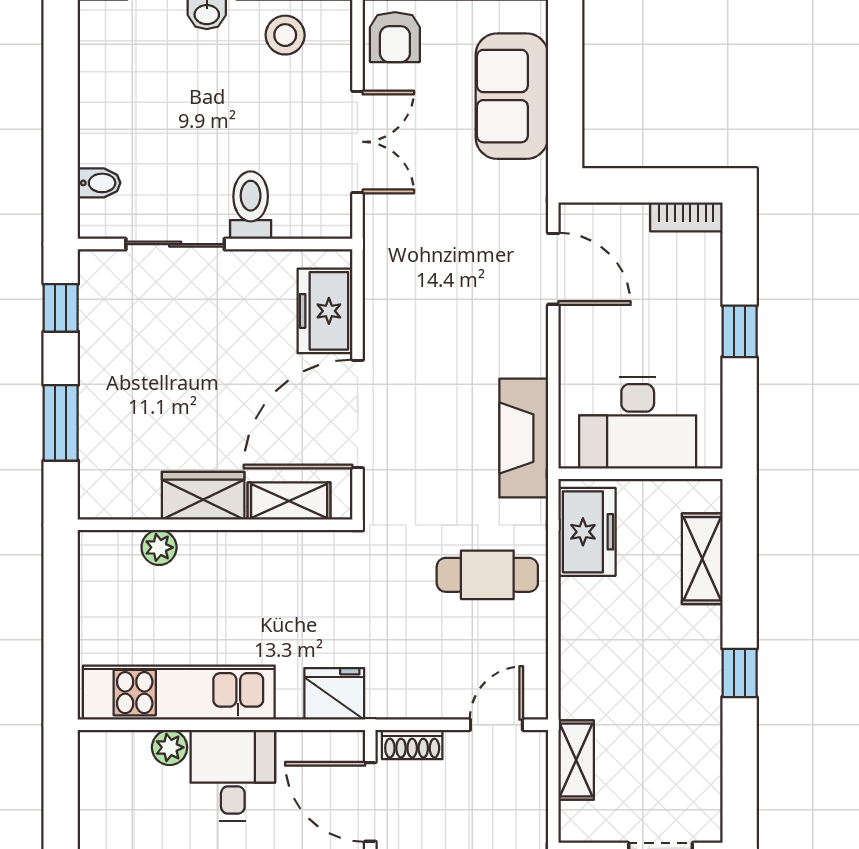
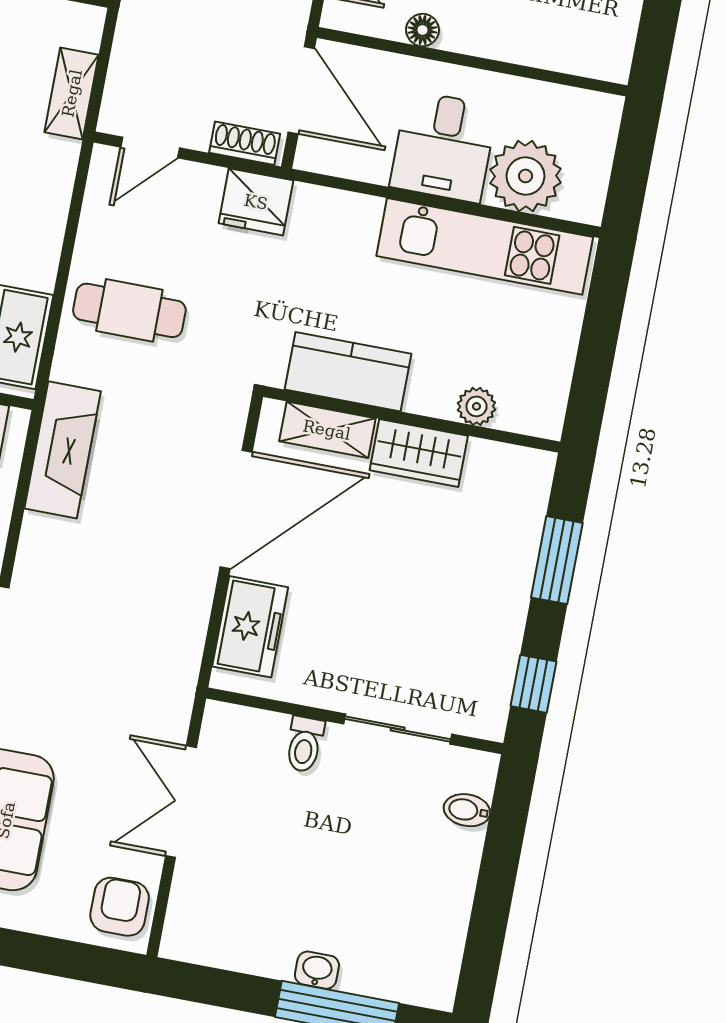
stool: (285, 35) -> (237, 931), removed
toilet: (251, 205) -> (305, 744), width x0.73, depth x0.72
kitchen counter: (280, 557) -> (348, 372), added
fridge: (334, 694) -> (256, 202), moved
plant: (170, 747) -> (526, 176), width x1.87, depth x1.87

